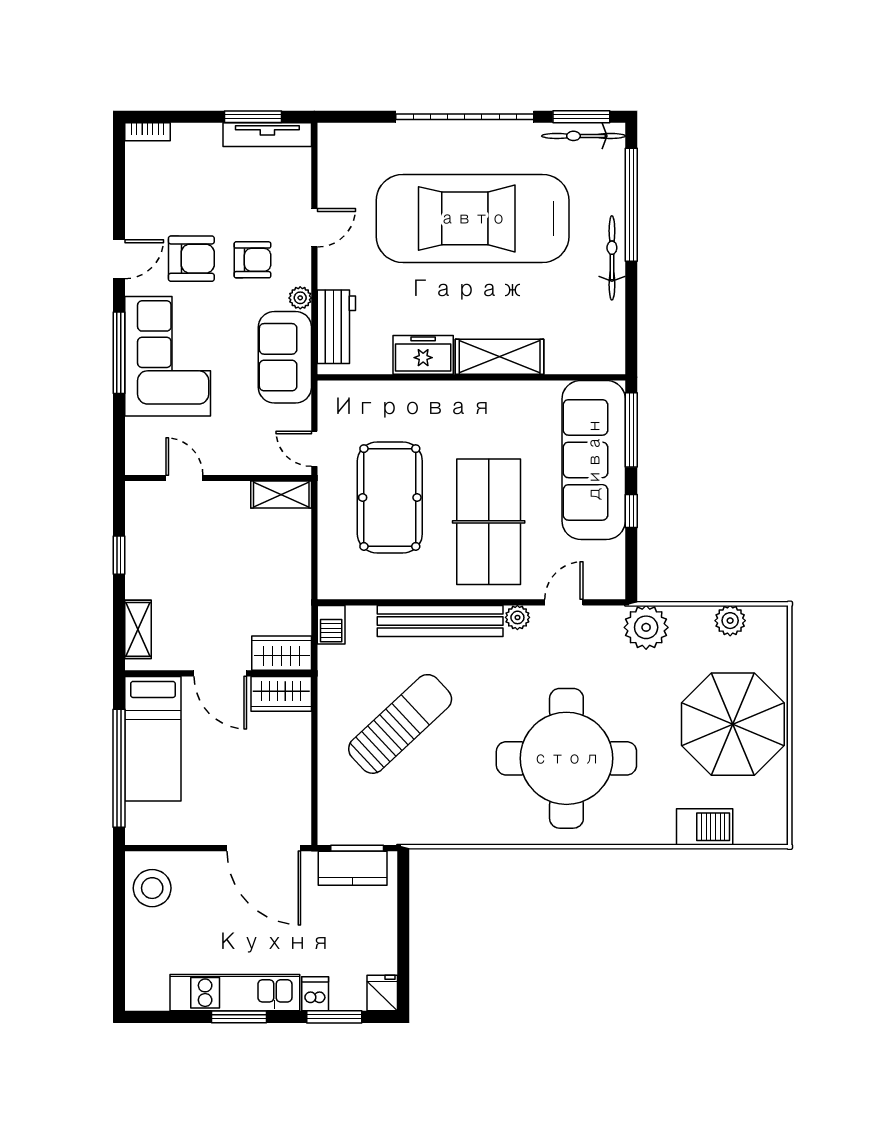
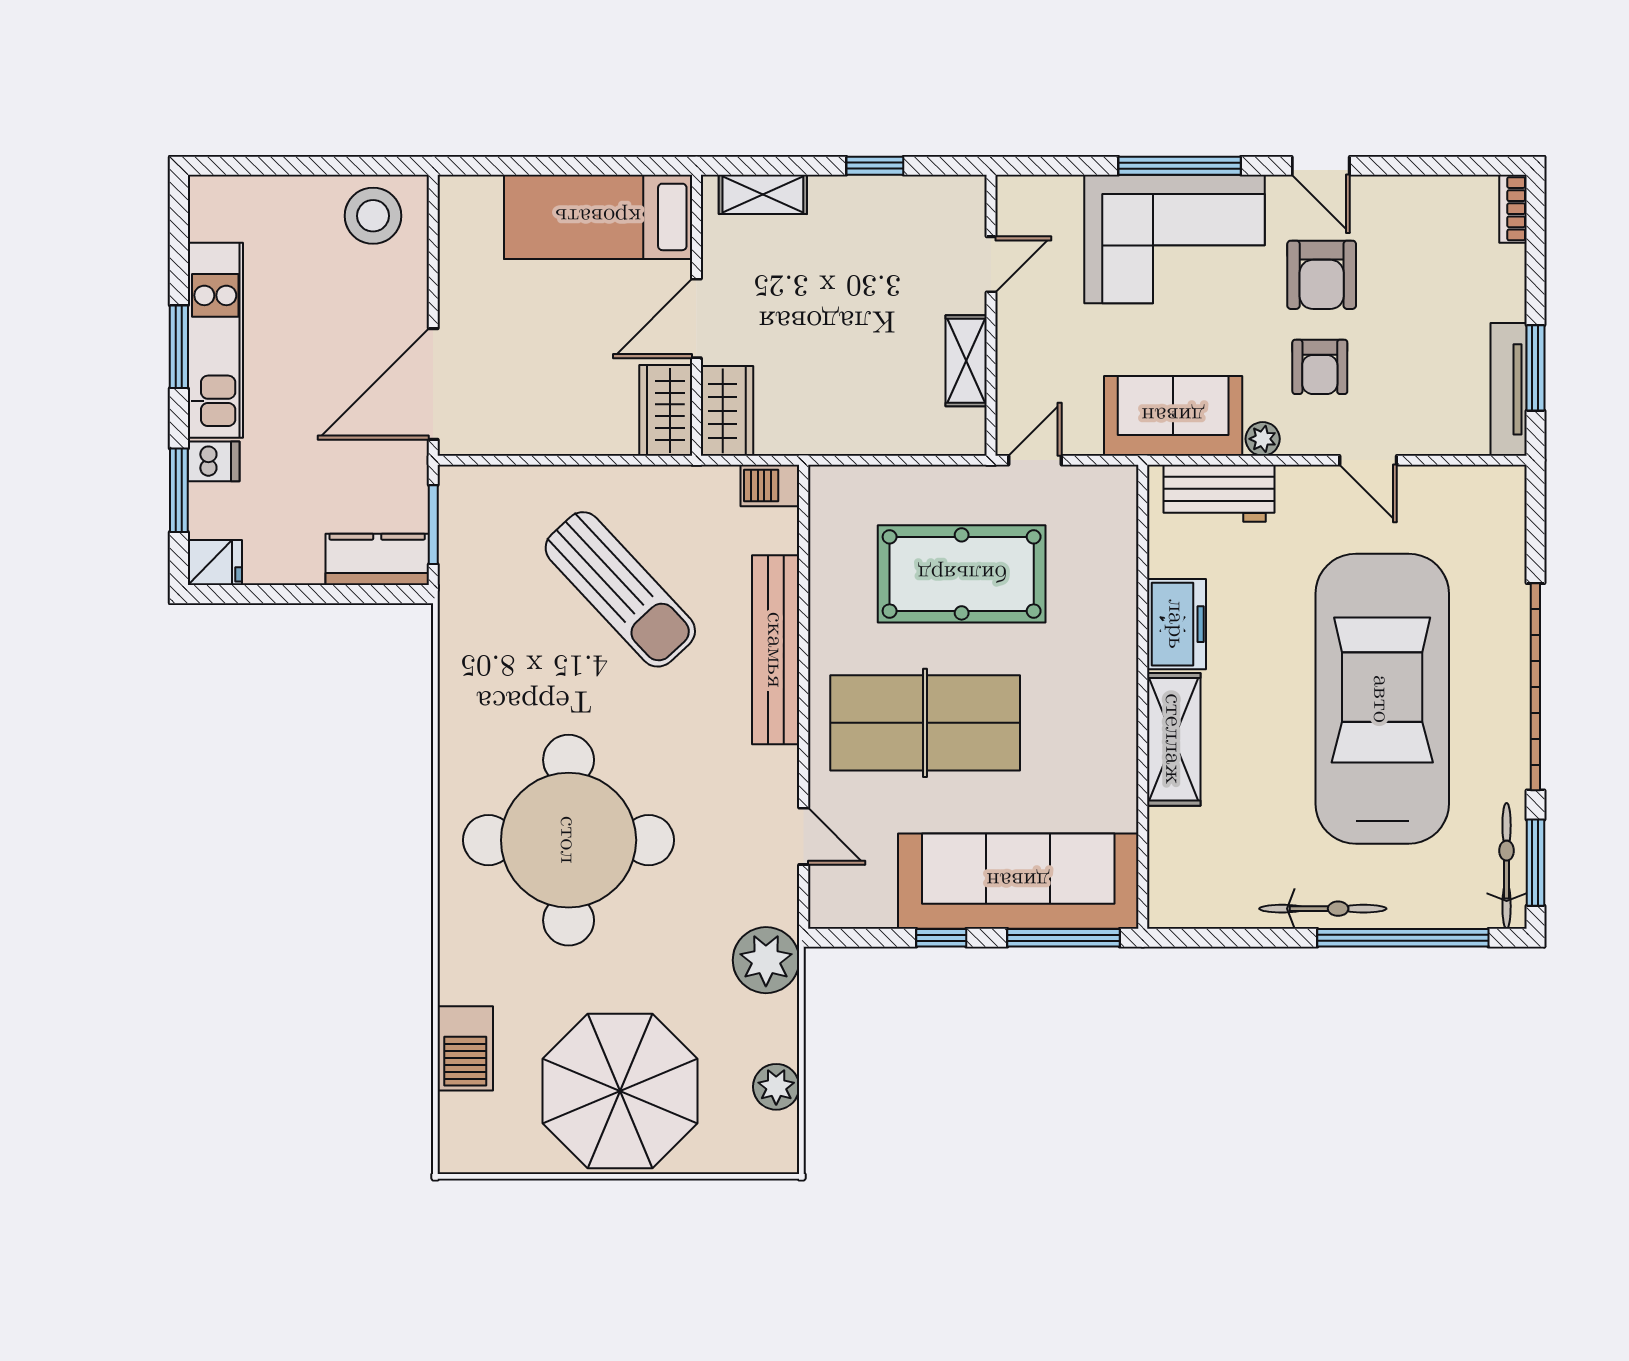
shelving: (281, 495) -> (966, 361), moved
plant: (517, 617) -> (781, 766), removed
window: (119, 768) -> (553, 166), removed
kitchen counter: (353, 868) -> (377, 559), moved, turned 90

